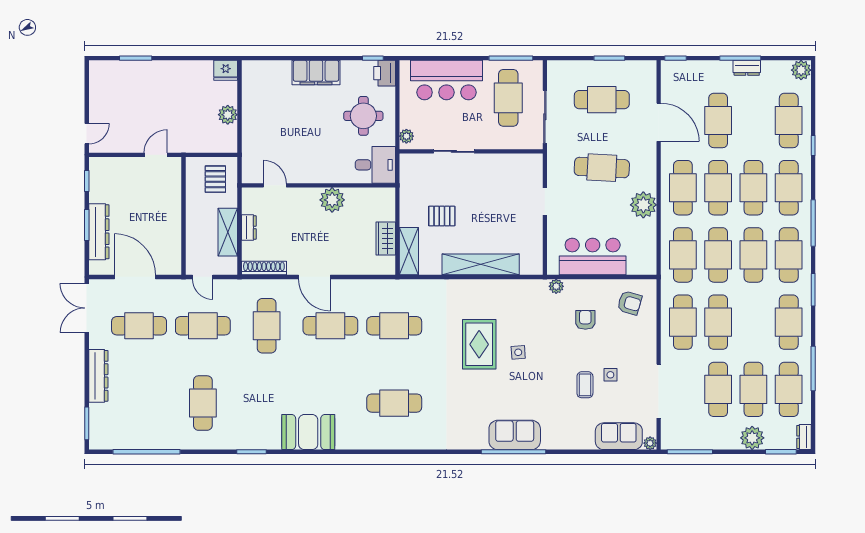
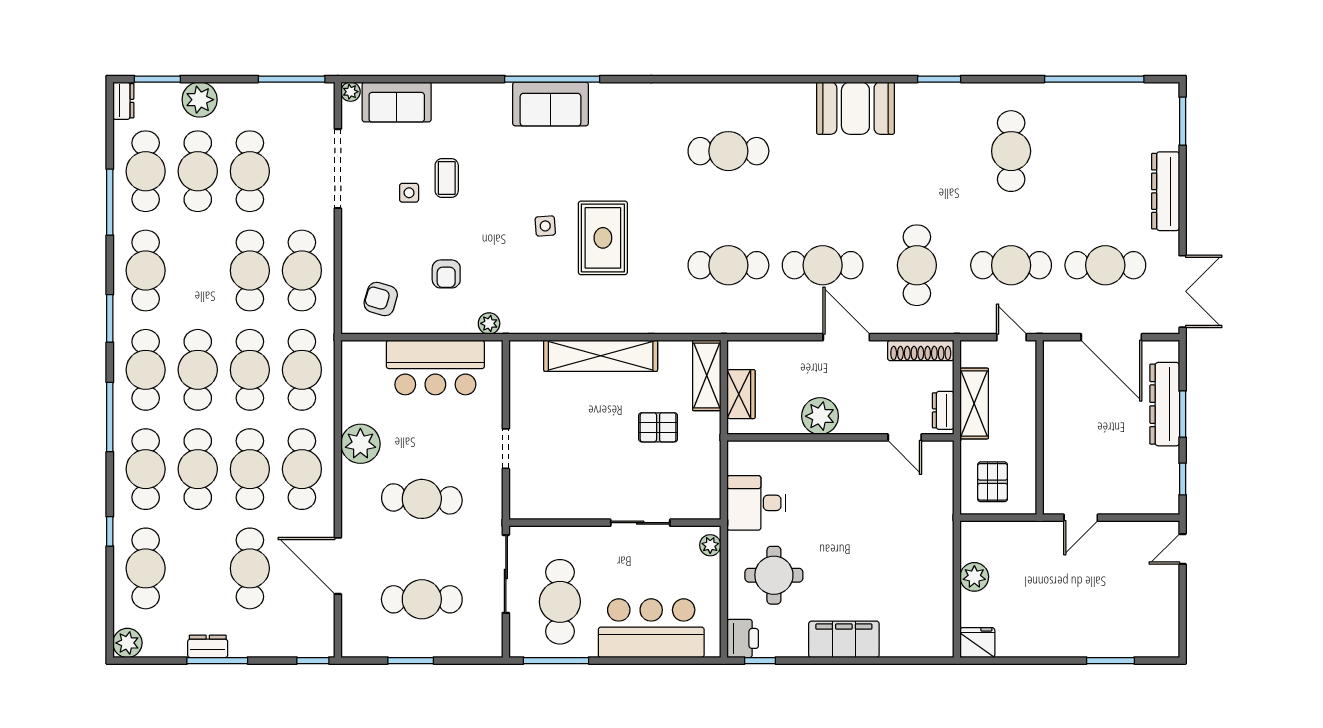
door: (275, 185) -> (905, 437), moved
wall: (318, 185) -> (840, 437), moved
plant: (332, 200) -> (820, 416), moved

